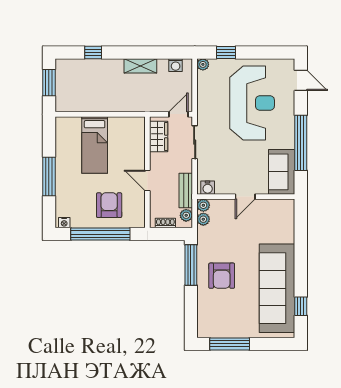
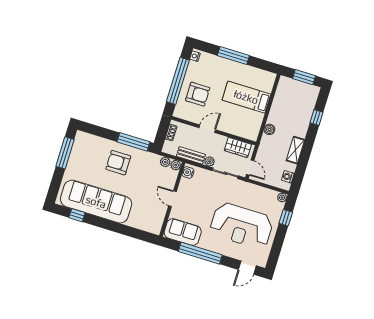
boiler: (125, 105) -> (269, 129), added
plant: (186, 215) -> (210, 161), moved

